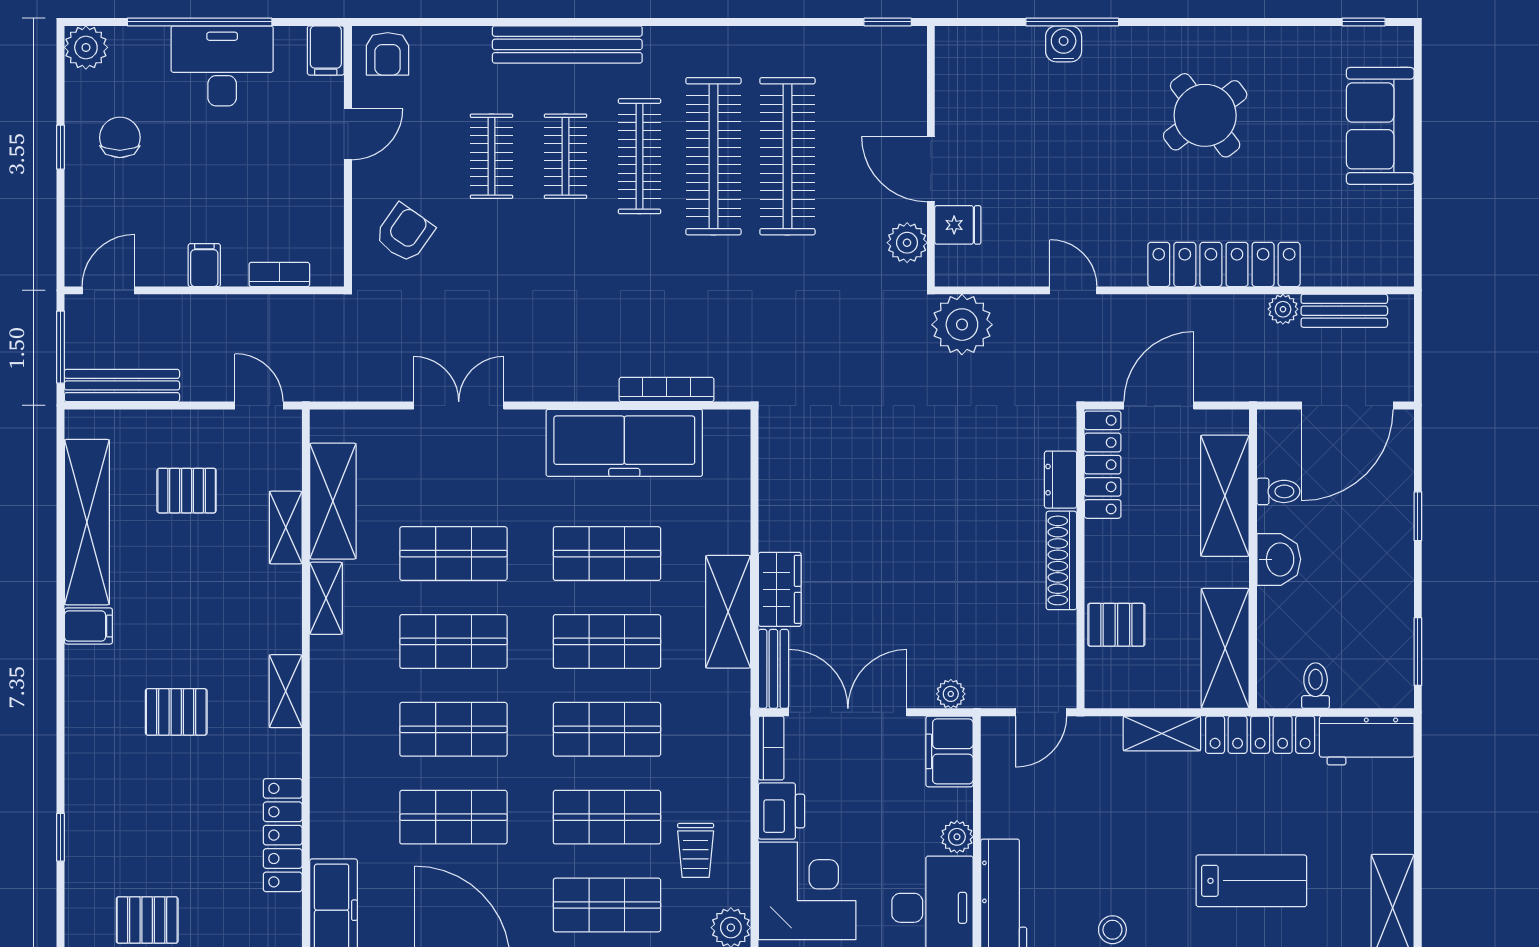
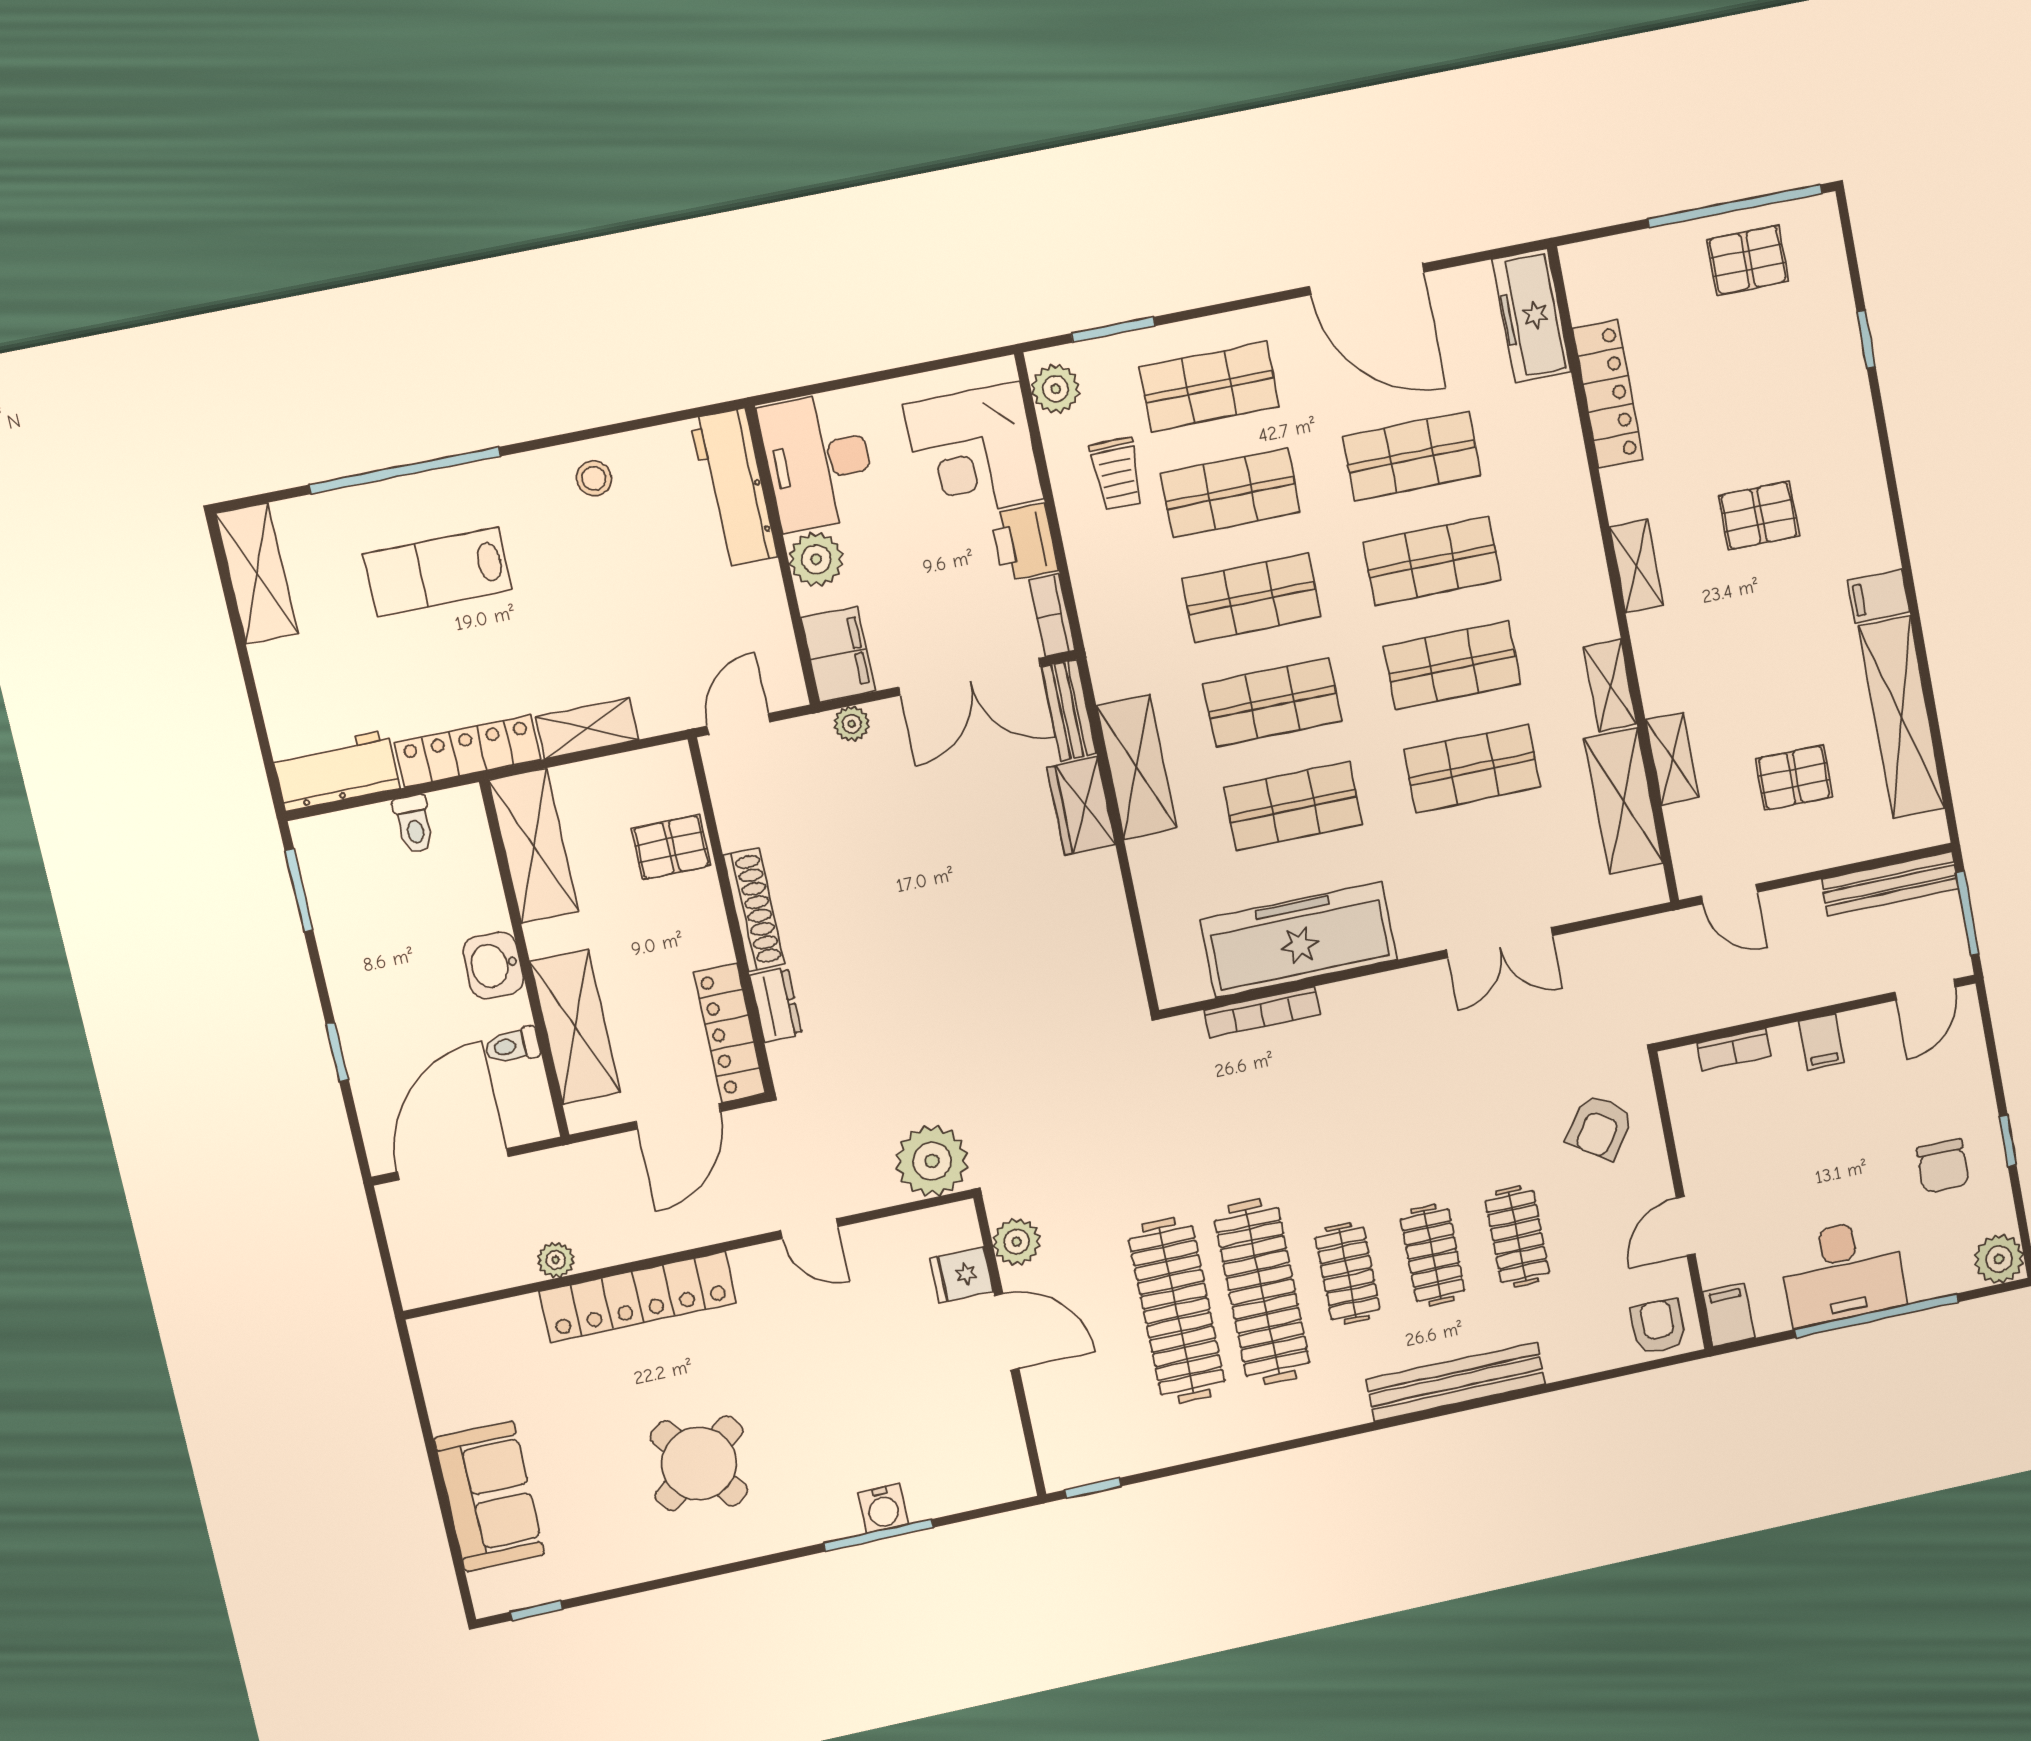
clothes rail: (639, 156) -> (1348, 1273), width x0.73
bench: (1344, 311) -> (482, 1274), removed
plant: (957, 837) -> (816, 559), width x1.38, depth x1.38
trolley: (696, 850) -> (1117, 474), turned 180

